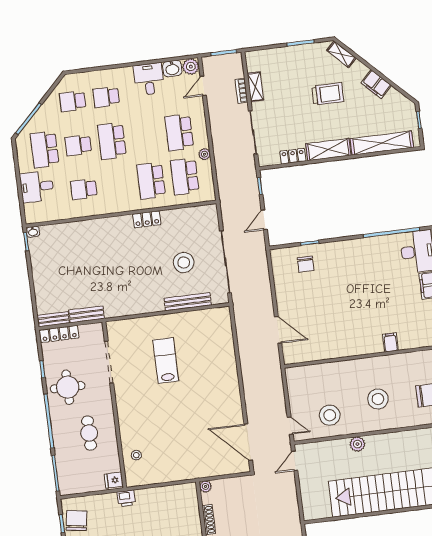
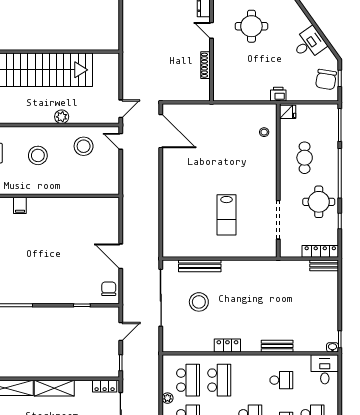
locker: (293, 156) -> (105, 386), moved
desk: (37, 187) -> (325, 369), moved, turned -90
chair: (306, 264) -> (109, 289), moved
bench: (87, 314) -> (277, 346), moved
door: (278, 330) -> (121, 256), moved
plant: (205, 487) -> (205, 96), removed

